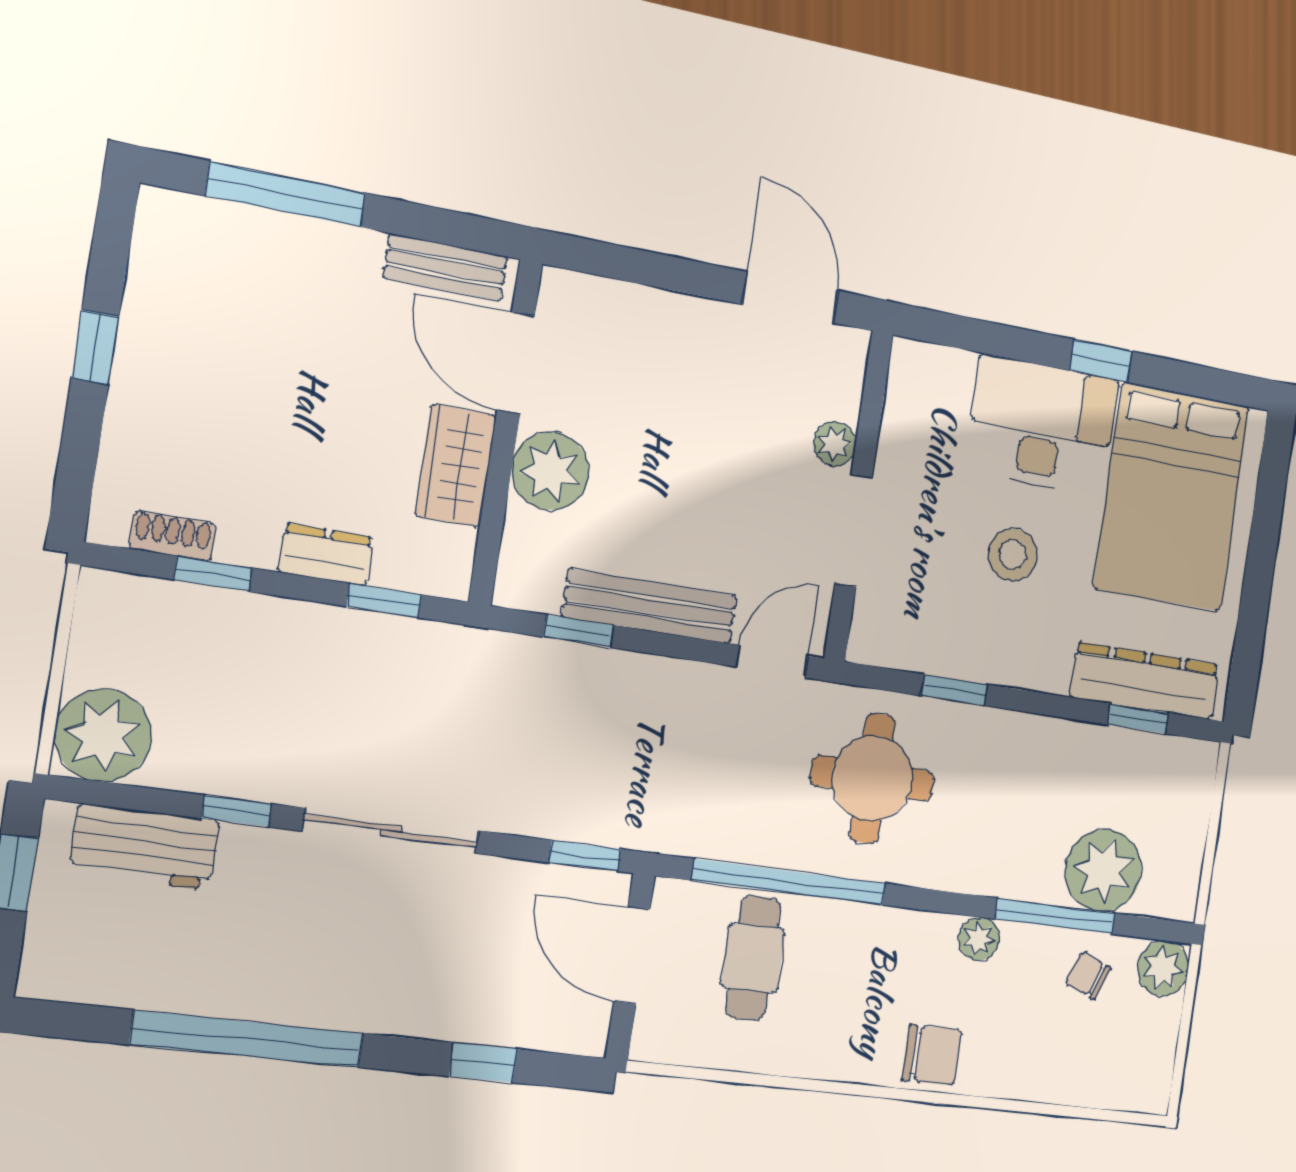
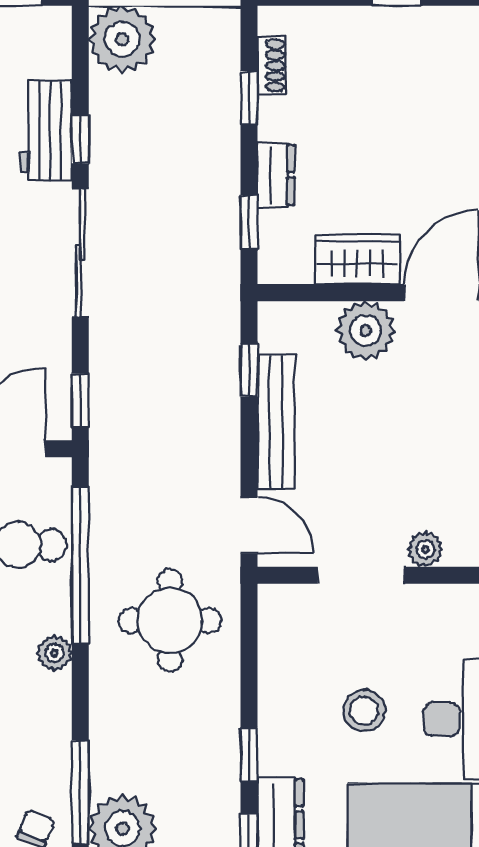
window: (954, 690) -> (249, 754), moved
workbench: (144, 847) -> (46, 130), moved
plant: (979, 939) -> (54, 653), moved

